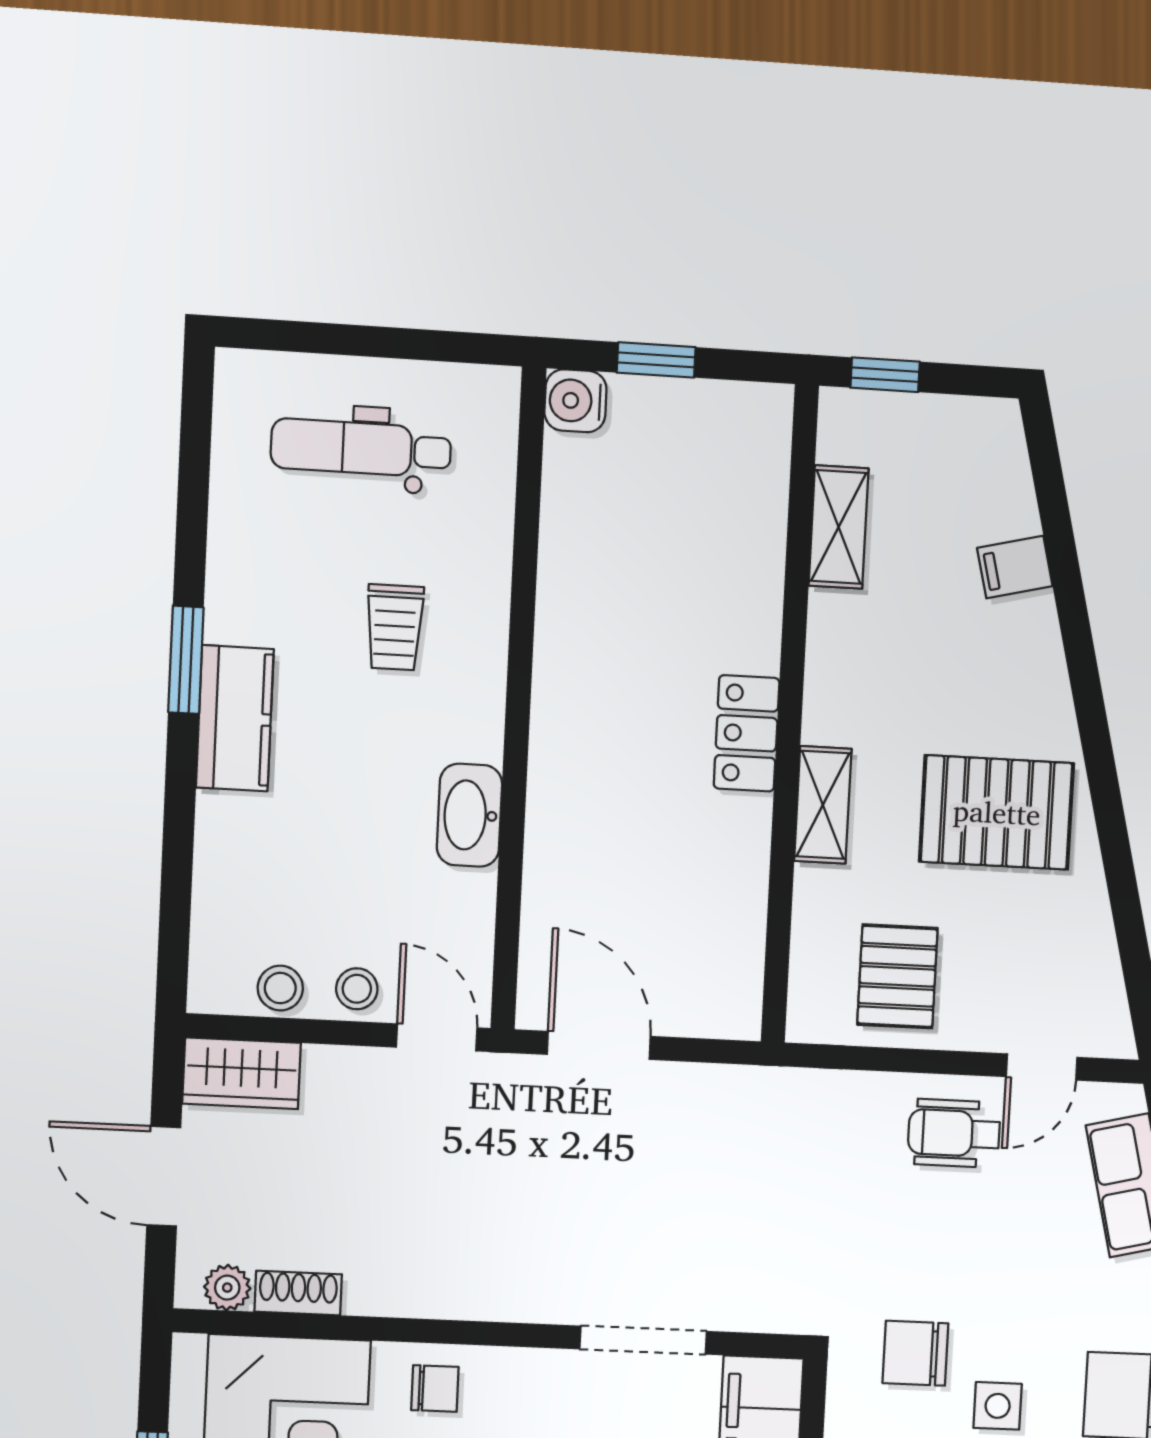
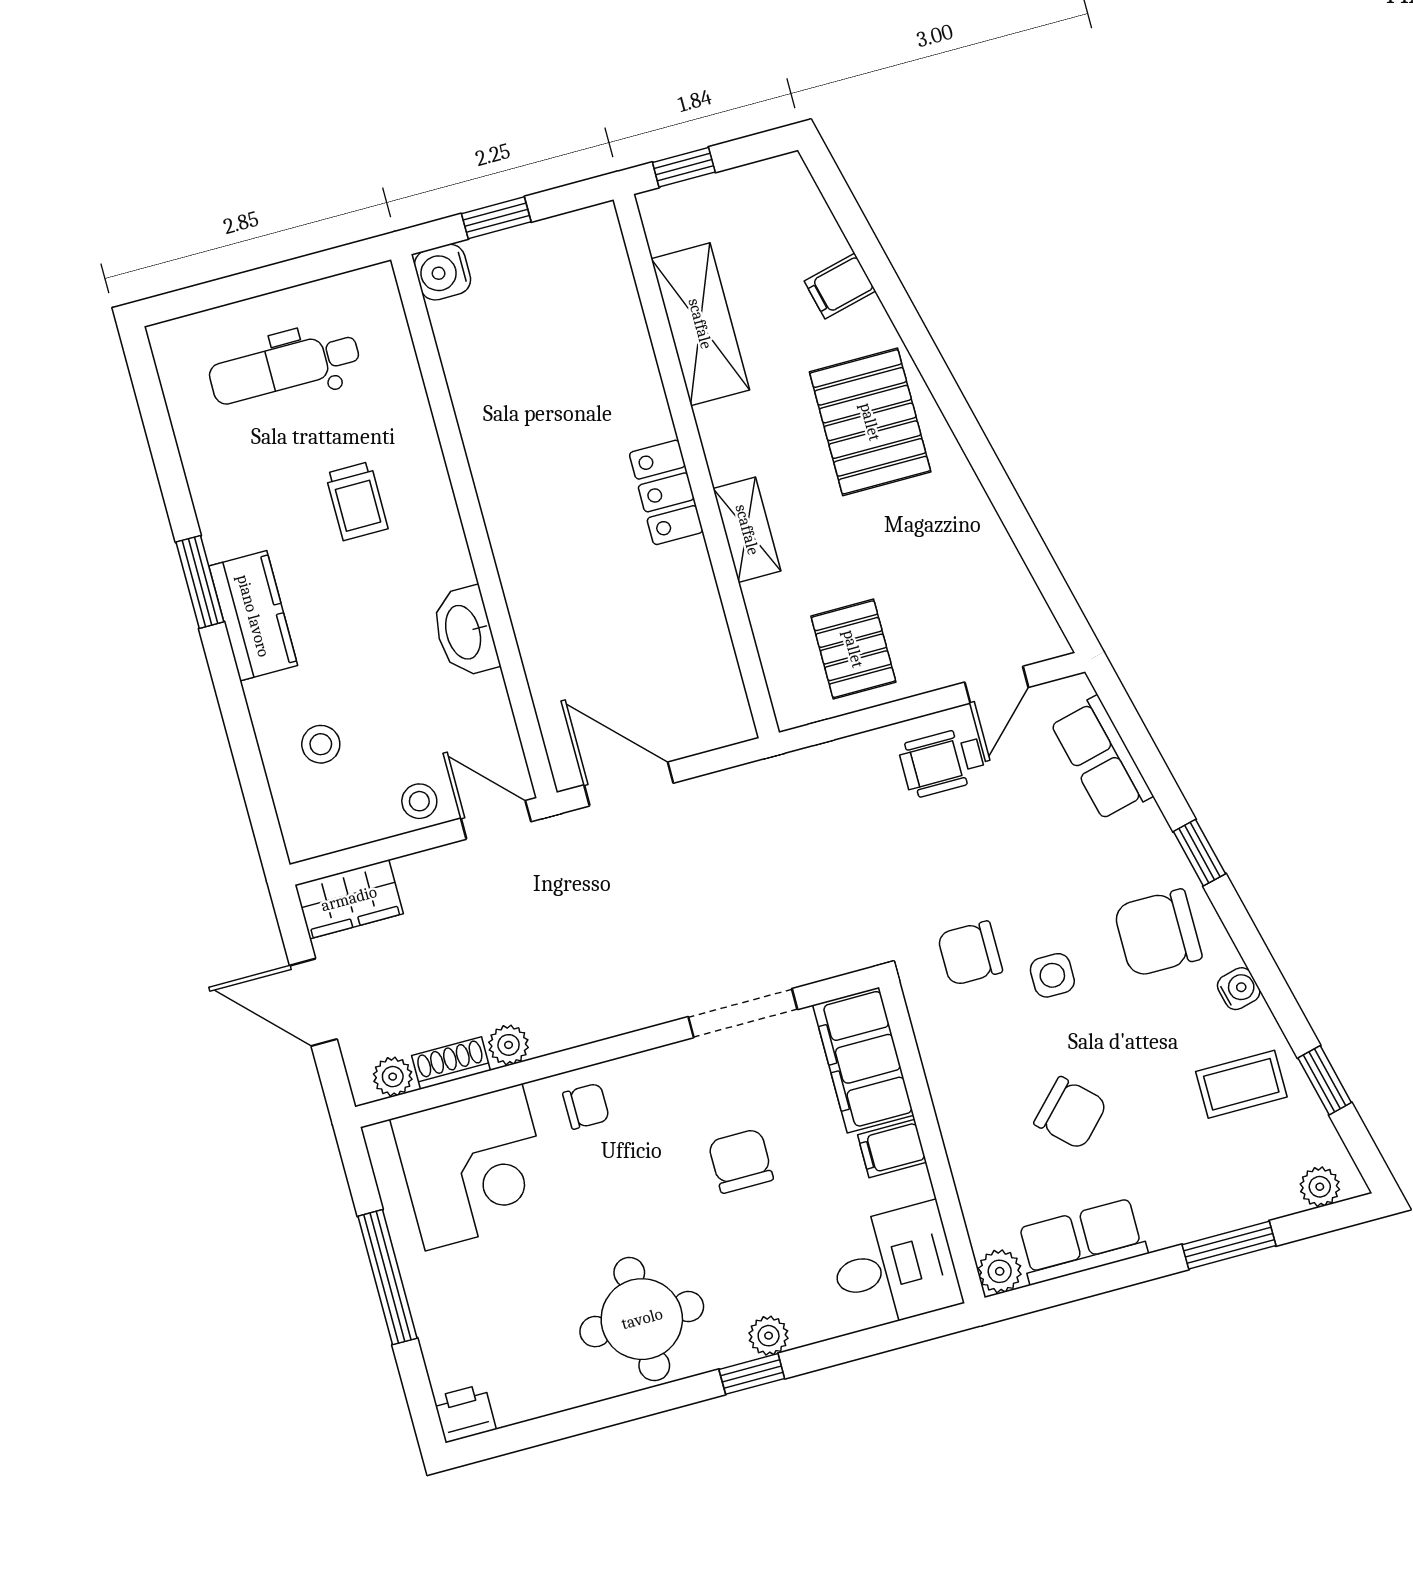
shelving: (839, 527) -> (700, 324), width x1.50, depth x1.33
pallet: (997, 812) -> (870, 422), moved, turned 90
stool: (280, 988) -> (321, 744), moved
plant: (370, 1293) -> (509, 1045), added

